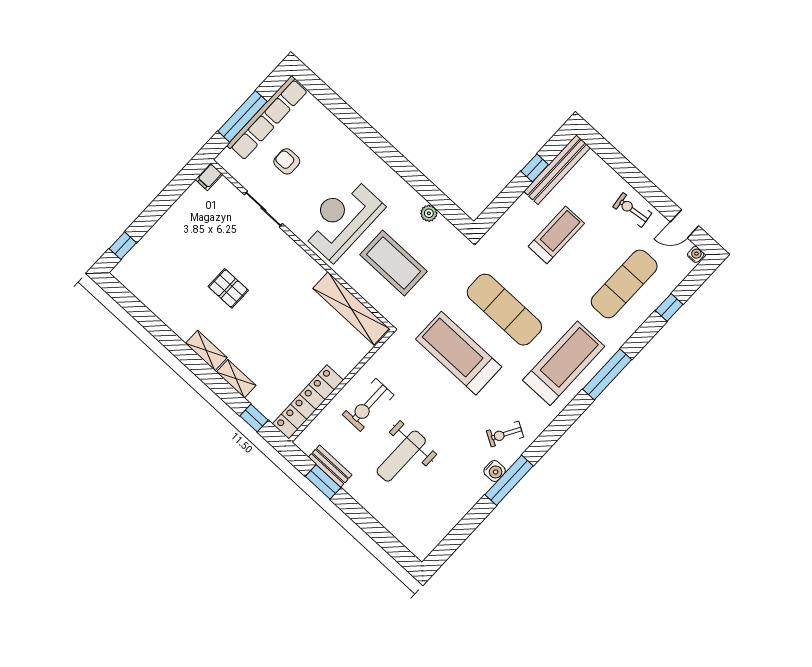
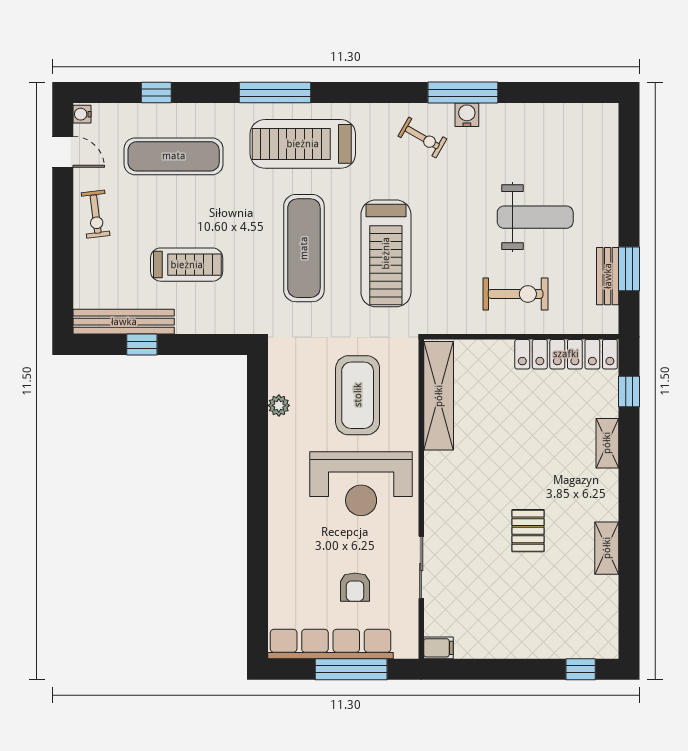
treadmill: (556, 235) -> (187, 265), turned 180
shelving: (206, 351) -> (607, 548), moved

